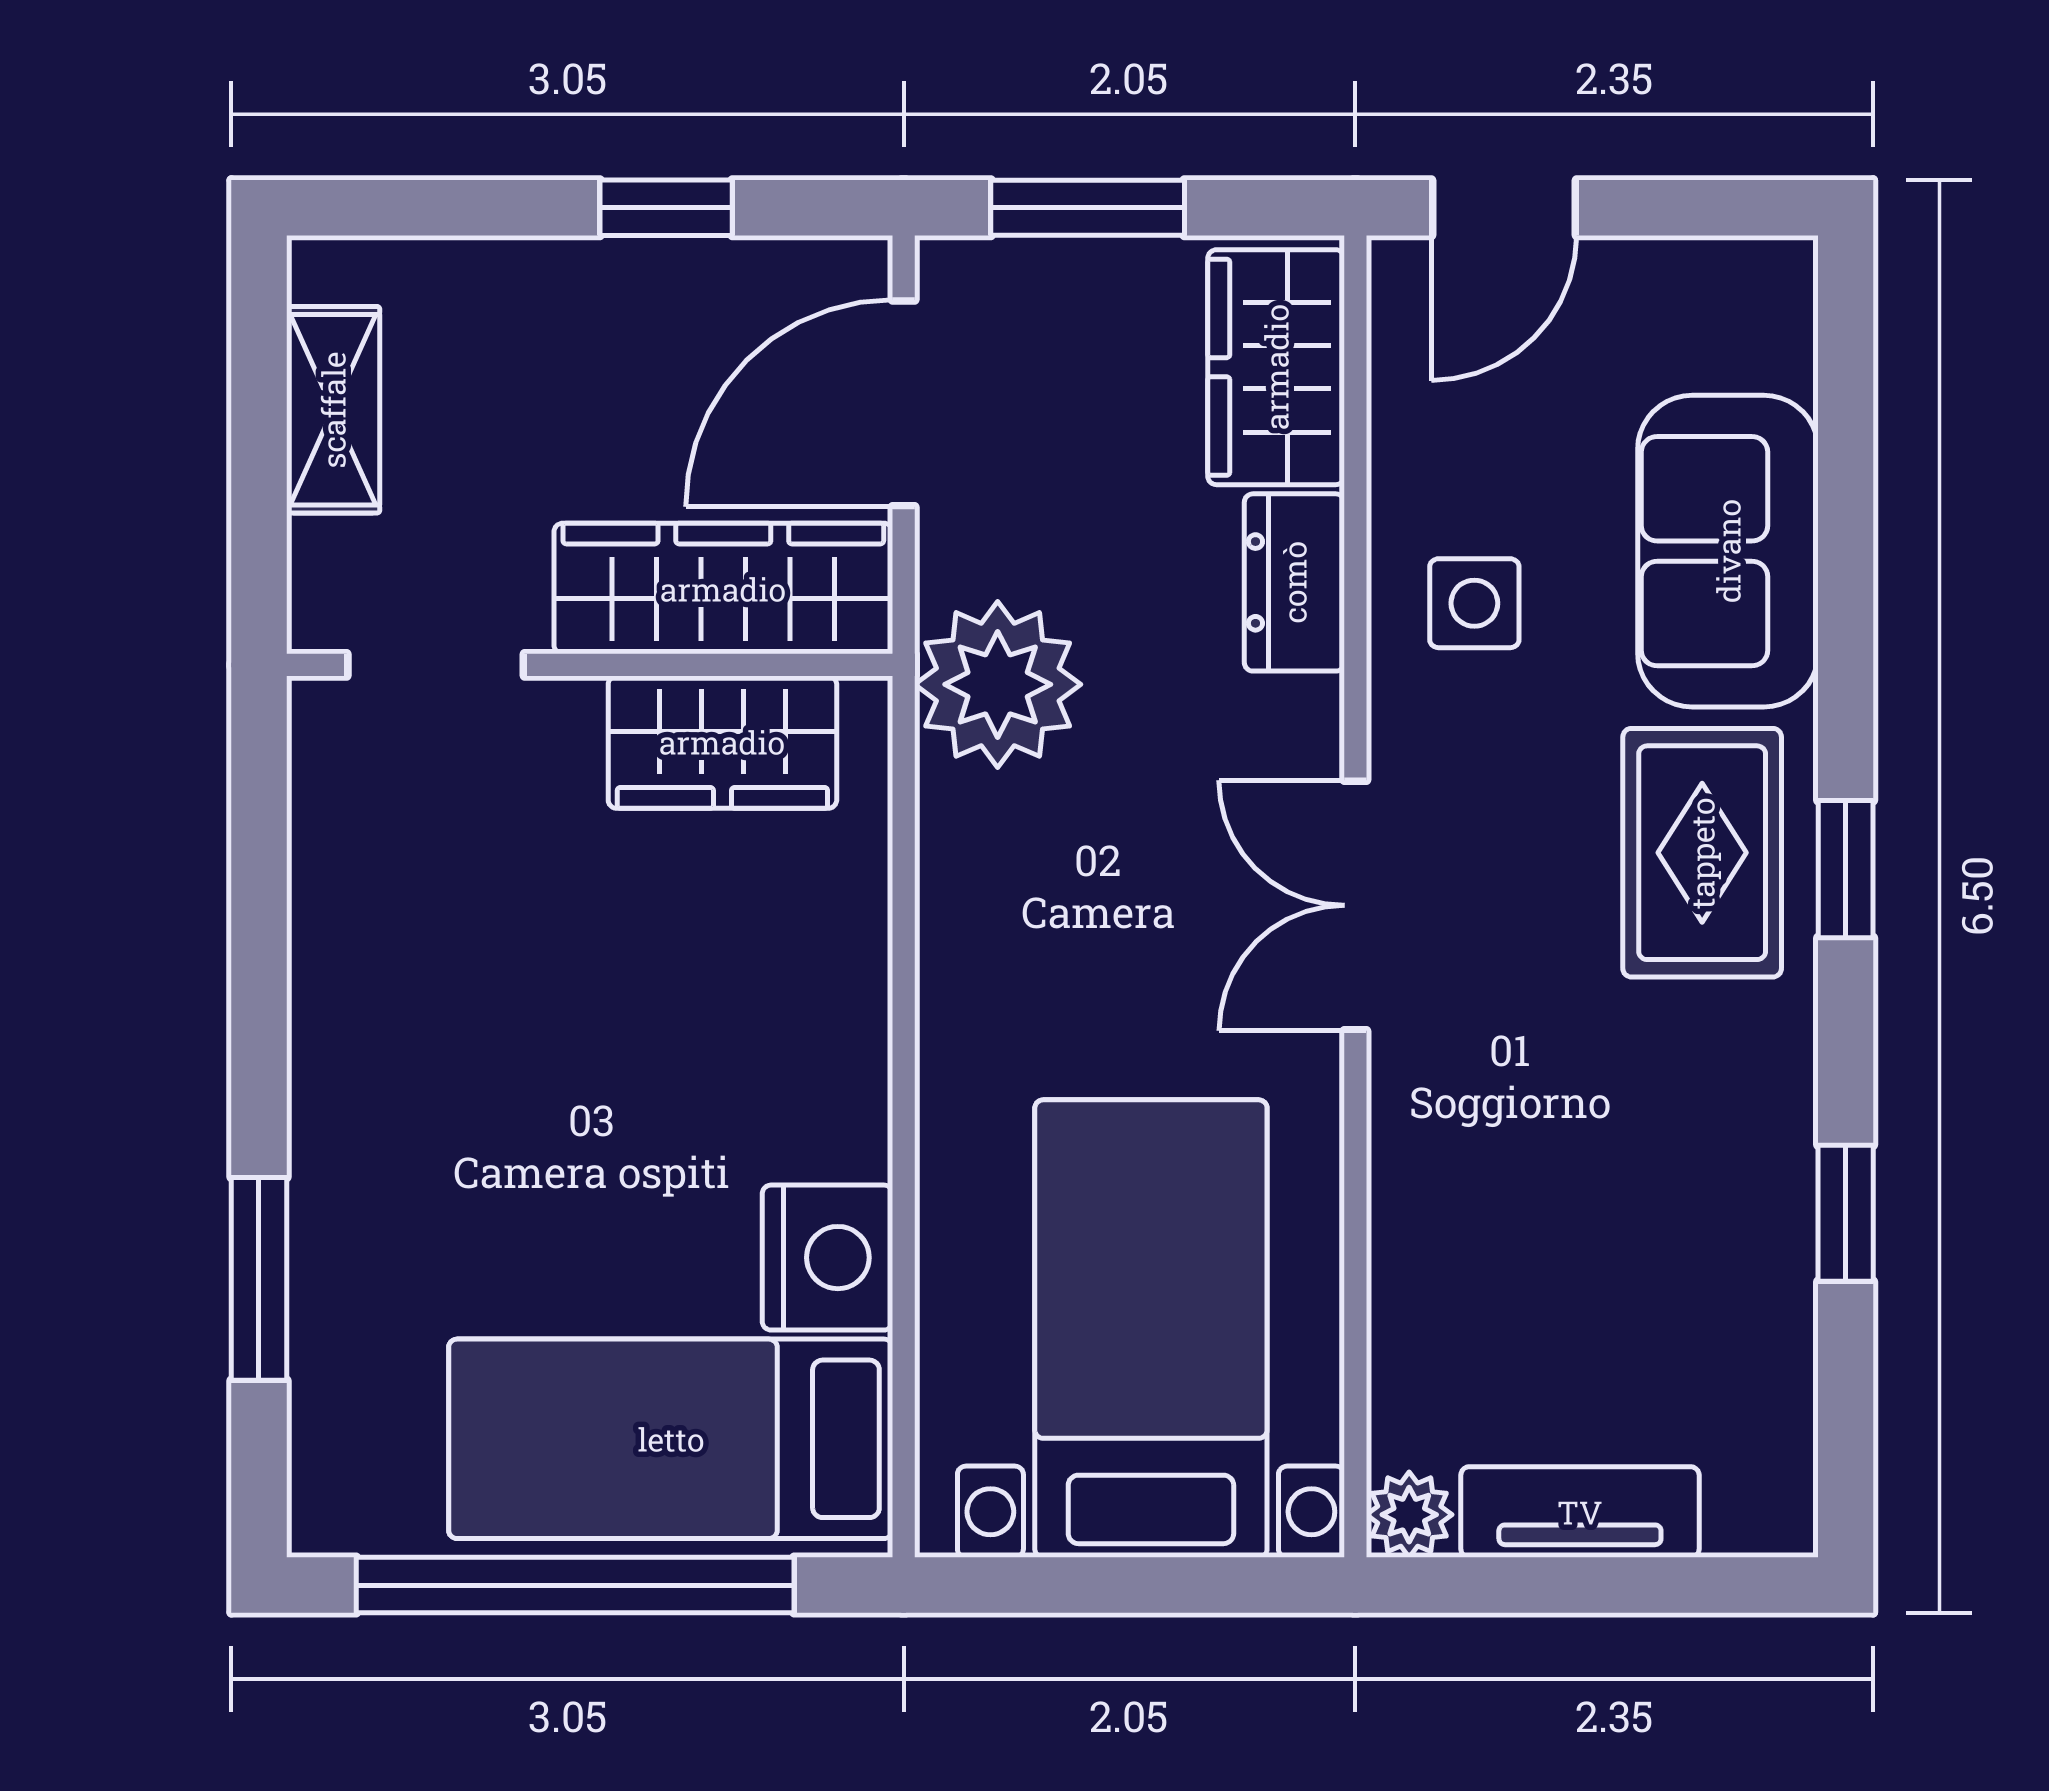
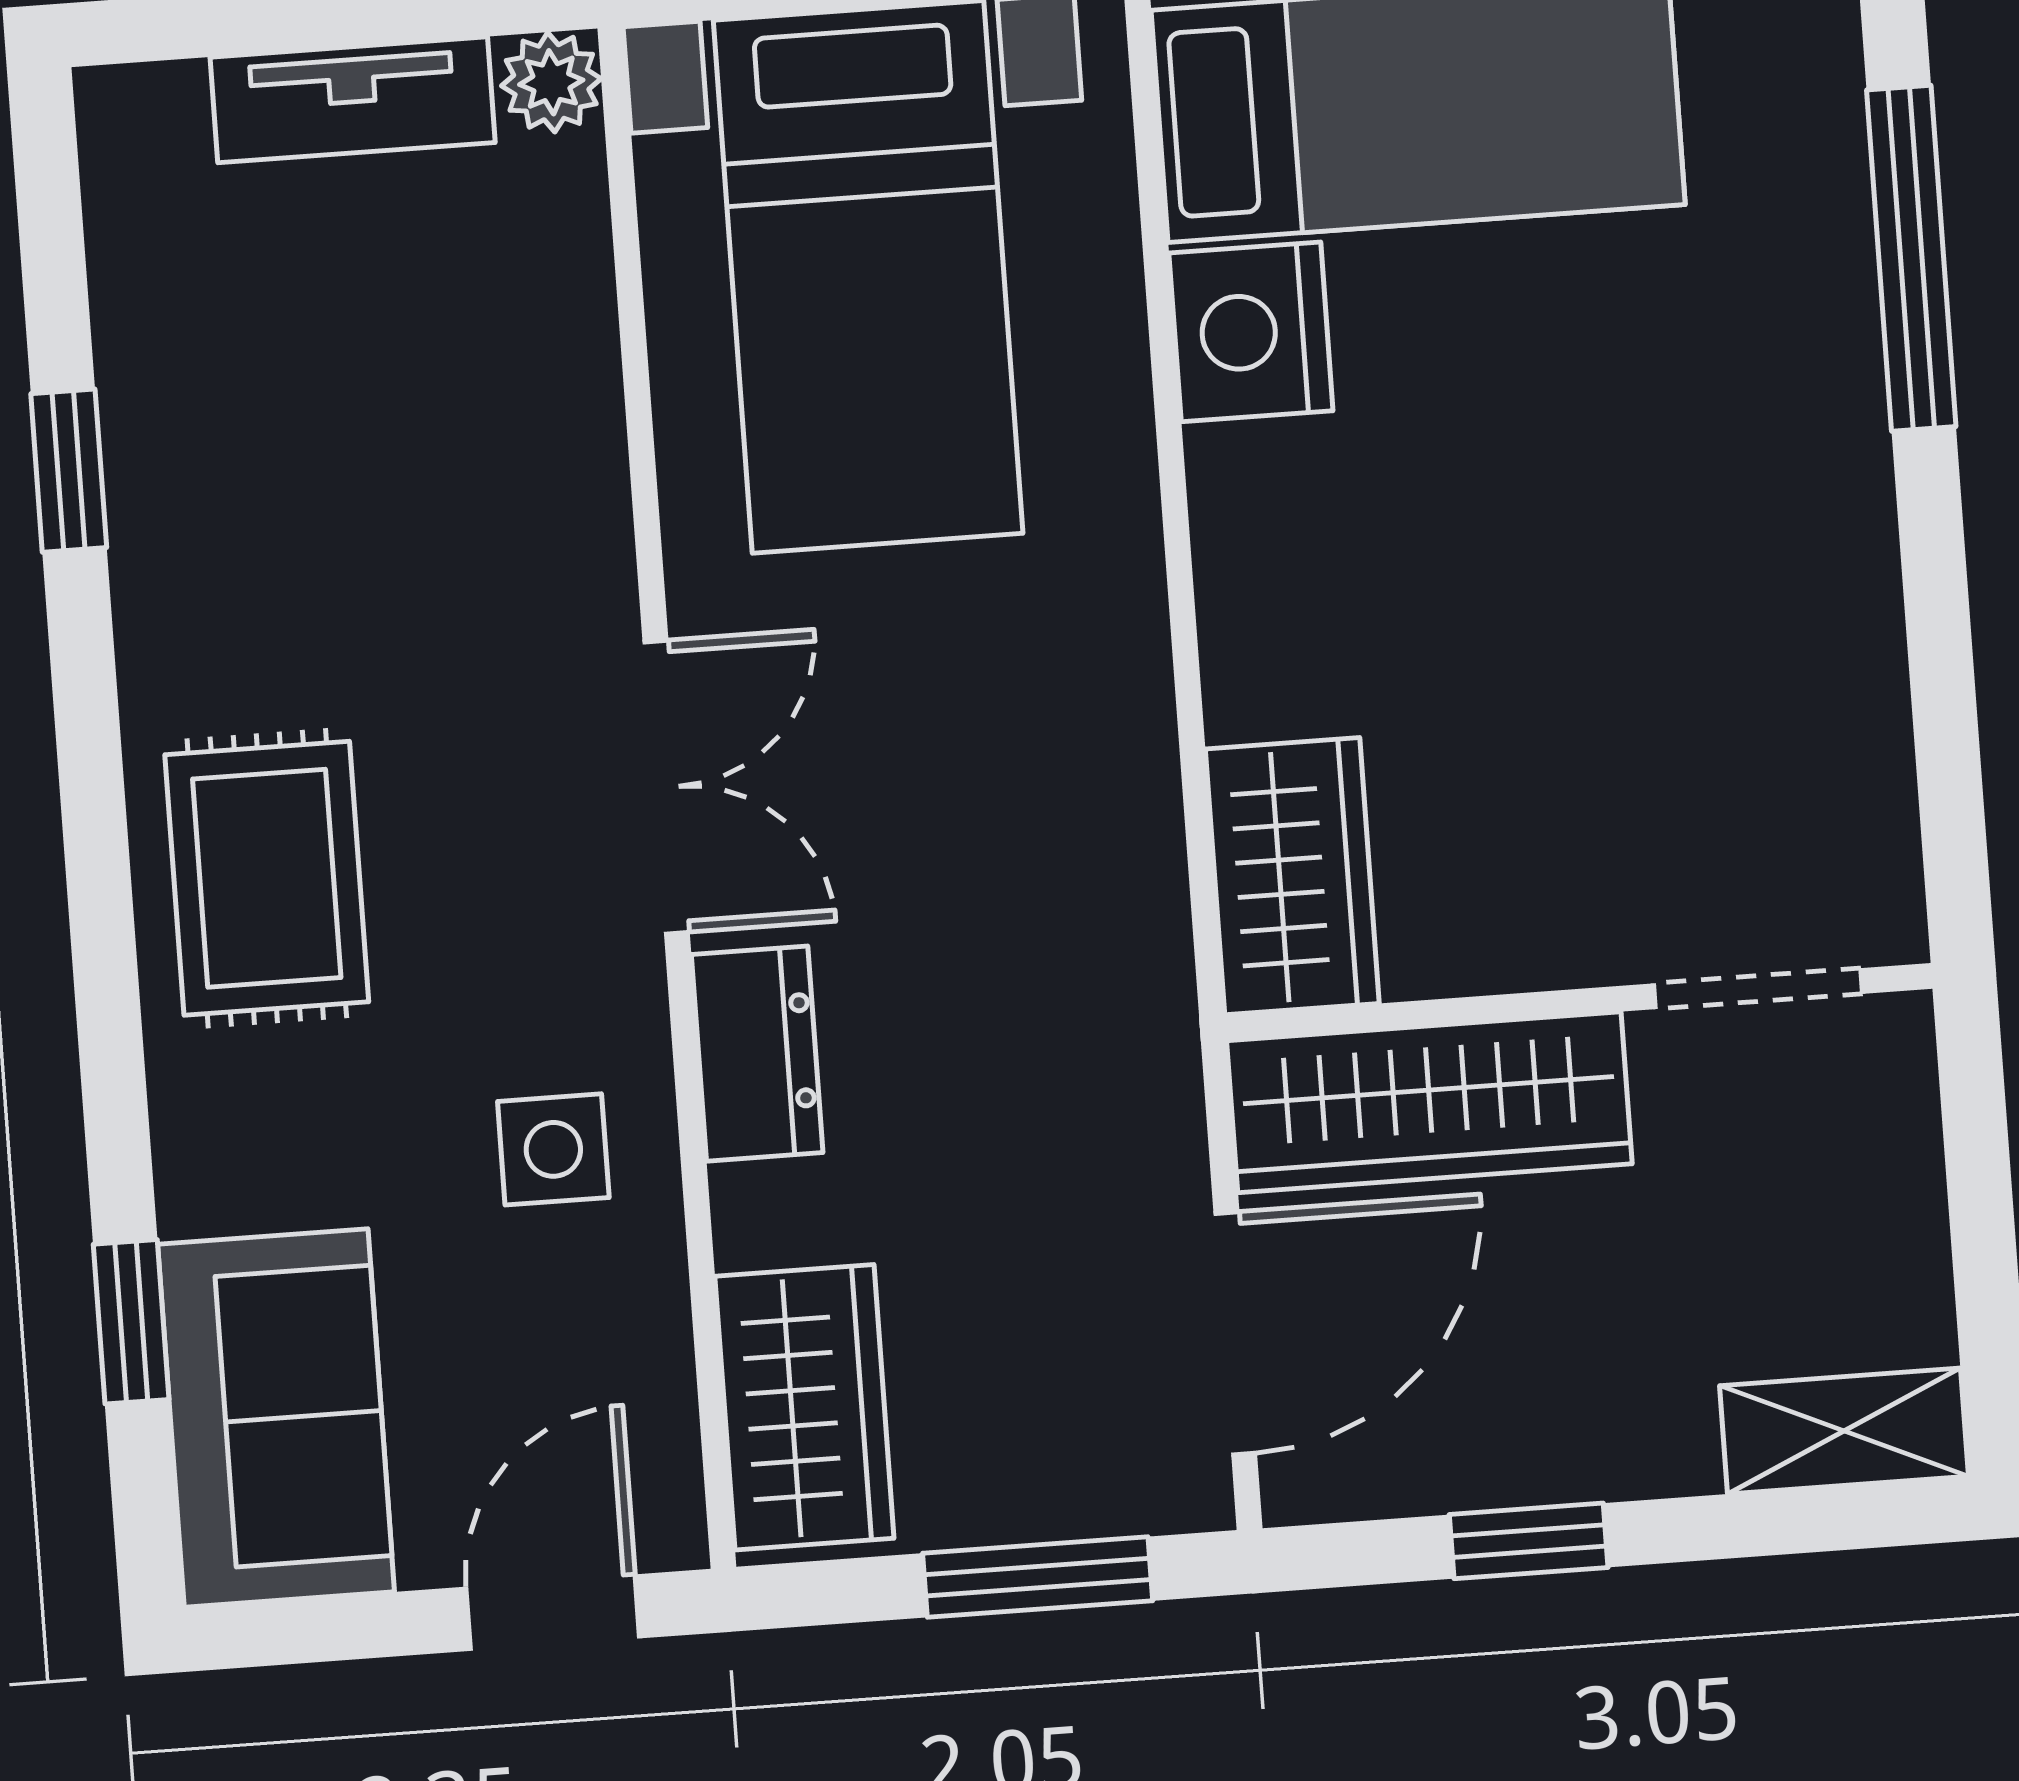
shelving: (333, 410) -> (1844, 1431), moved, turned 90
sofa: (1728, 551) -> (276, 1418), moved
dresser: (1294, 582) -> (757, 1054), moved
plant: (998, 684) -> (1102, 1014), removed
wardrobe: (722, 742) -> (1292, 876), moved, turned 90
window: (1846, 869) -> (131, 1322), moved
window: (259, 1279) -> (1911, 258), width x1.44

